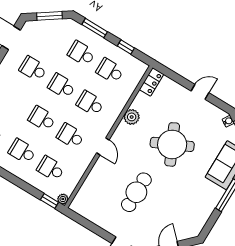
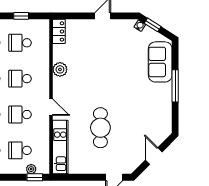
round table: (172, 144) -> (106, 72), removed
kitchen unit: (89, 188) -> (60, 147), added
plant: (63, 199) -> (31, 169), moved

